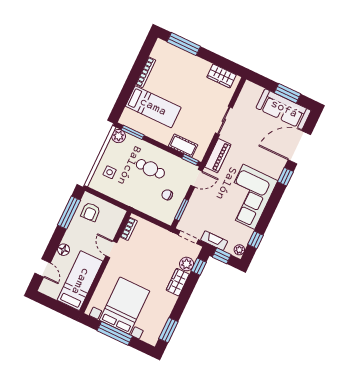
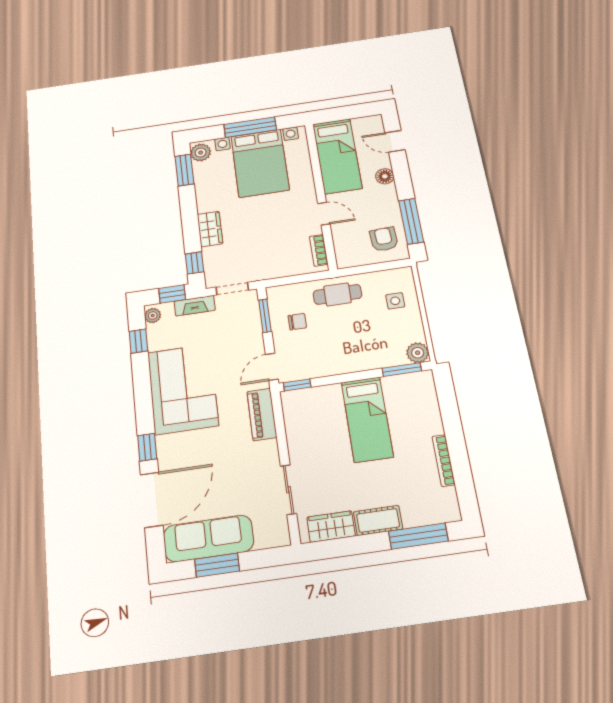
bed: (153, 107) -> (367, 419), moved, turned -90
sliding door: (224, 120) -> (288, 490), moved
cot: (183, 146) -> (378, 520), moved
cafe table: (150, 169) -> (337, 294), moved
plant: (187, 264) -> (201, 153), moved

